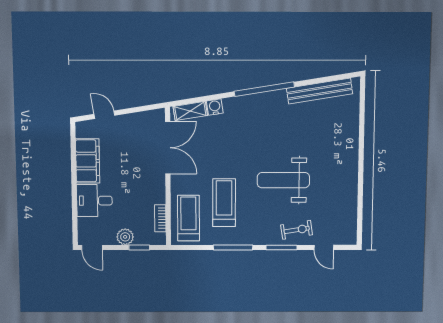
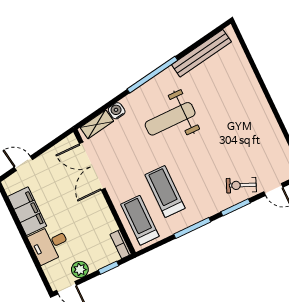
double door: (168, 148) -> (92, 166), swing flipped
weight bench: (283, 180) -> (170, 119), moved
bookcase: (160, 218) -> (121, 244), moved
exercise bike: (297, 230) -> (241, 185), turned -148
plant: (125, 237) -> (80, 270), moved

